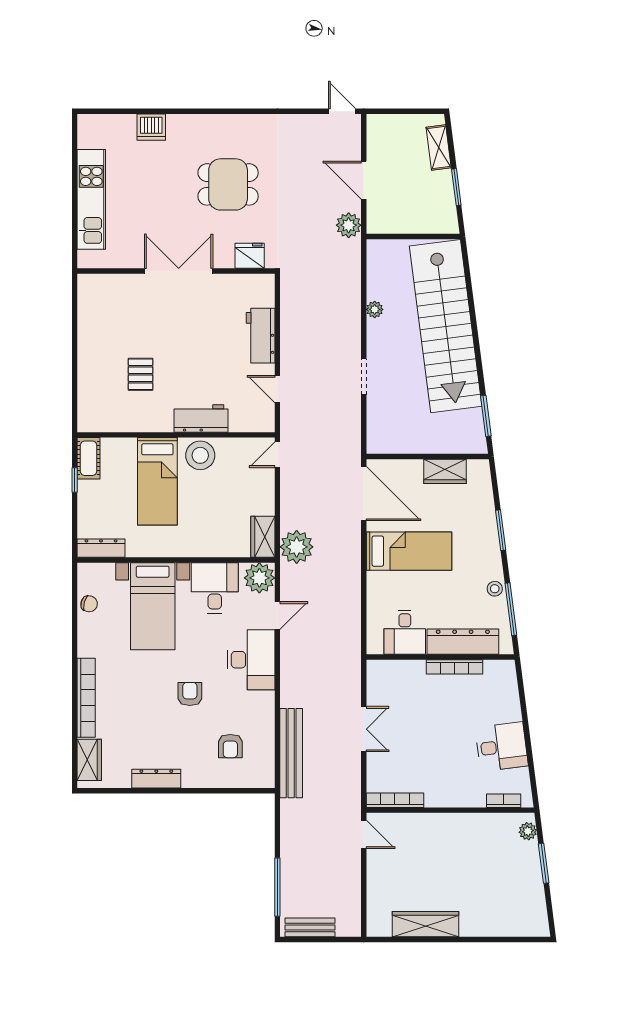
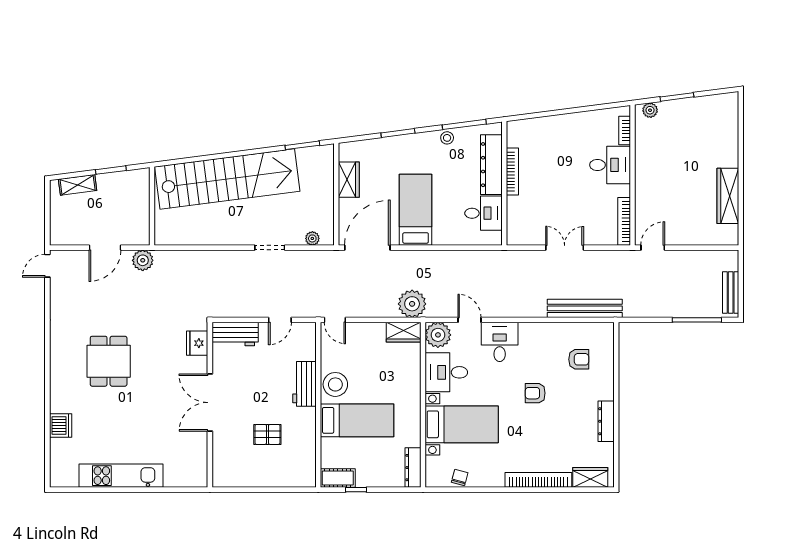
fridge: (250, 256) -> (197, 343), moved
wall: (176, 271) -> (210, 405), moved
double door: (179, 271) -> (210, 403), moved
plant: (375, 309) -> (312, 238), moved
desk: (251, 660) -> (500, 342), width x0.73
desk: (502, 747) -> (610, 165), moved, turned 97

